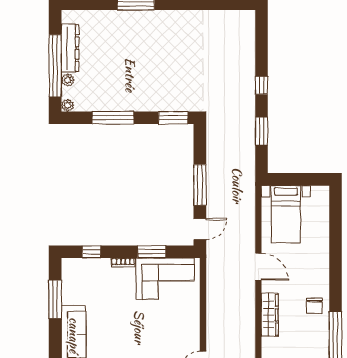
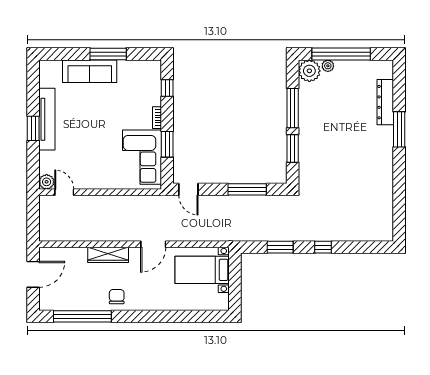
dresser: (70, 48) -> (385, 102), moved, turned 90
plant: (68, 105) -> (309, 71), width x1.87, depth x1.87
window: (173, 118) -> (293, 149), moved
window: (200, 185) -> (247, 189), moved
window: (55, 299) -> (108, 54), moved
chair: (314, 306) -> (117, 297), turned 90

